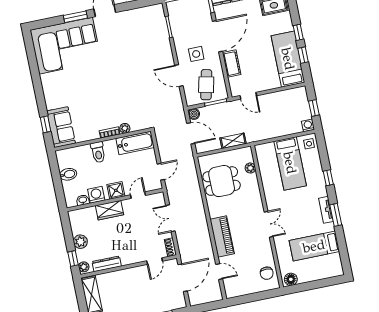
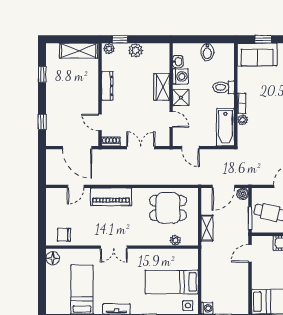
dining table: (222, 181) -> (168, 208), turned 90
dresser: (107, 264) -> (107, 86), moved

